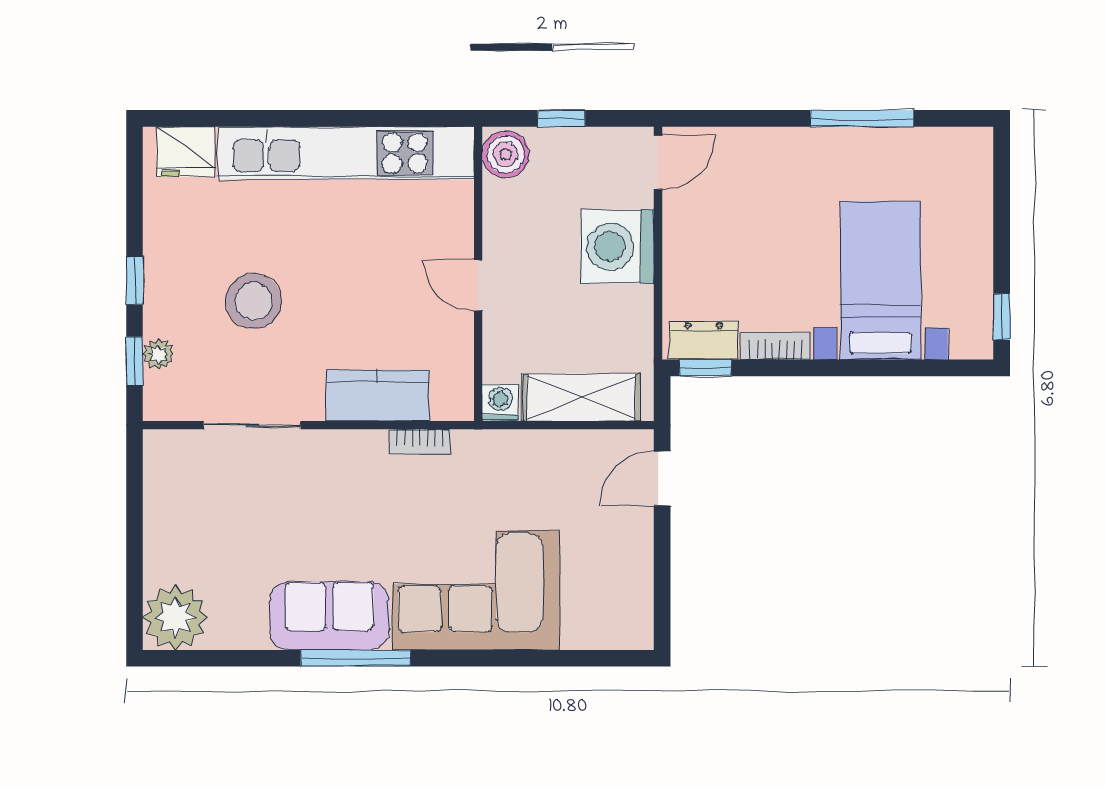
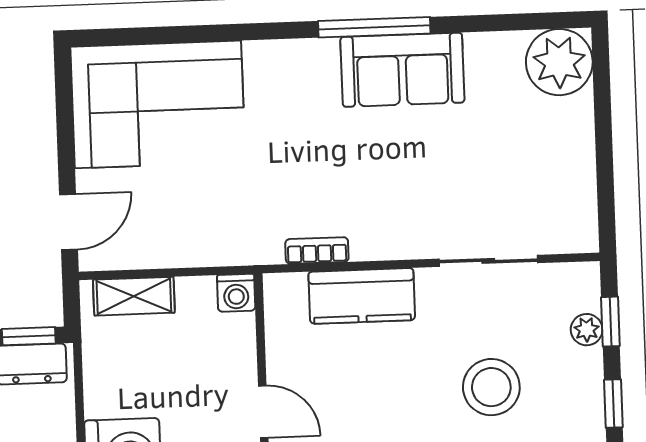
shelving: (581, 397) -> (134, 296), width x0.67, depth x0.75
corner sofa: (476, 590) -> (158, 104), moved

